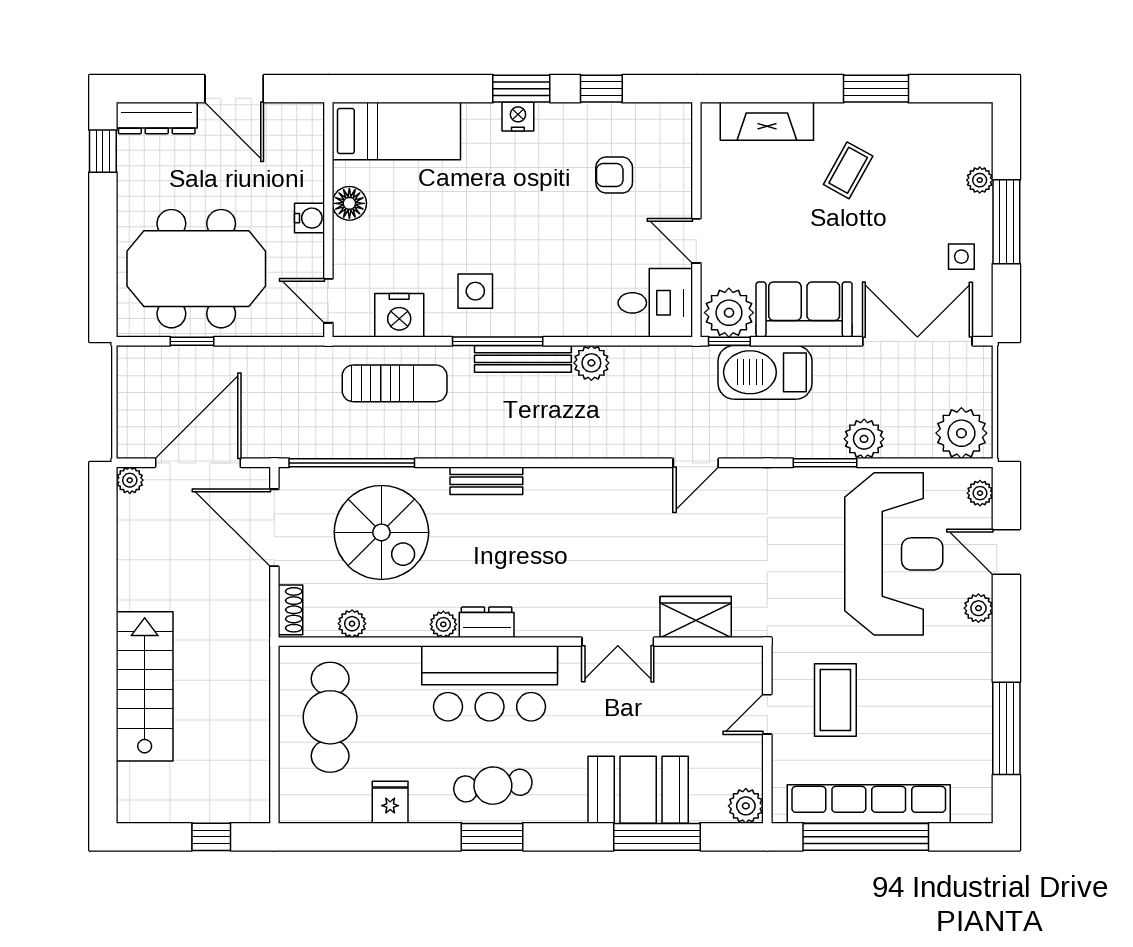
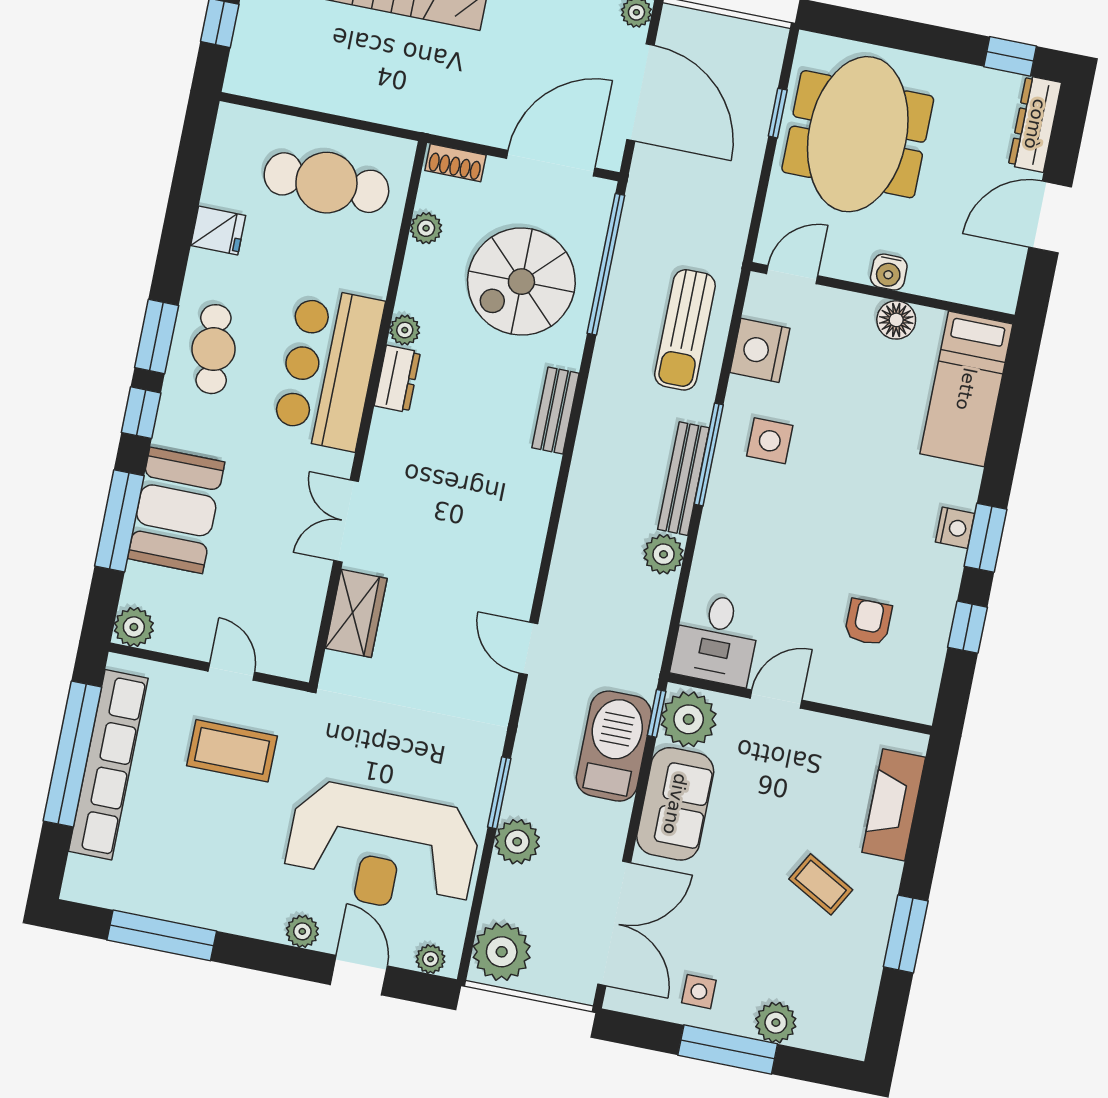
plant: (980, 180) -> (776, 1023), width x1.38, depth x1.38
door: (1006, 552) -> (359, 975), hinge flipped
window: (560, 837) -> (141, 413), added

